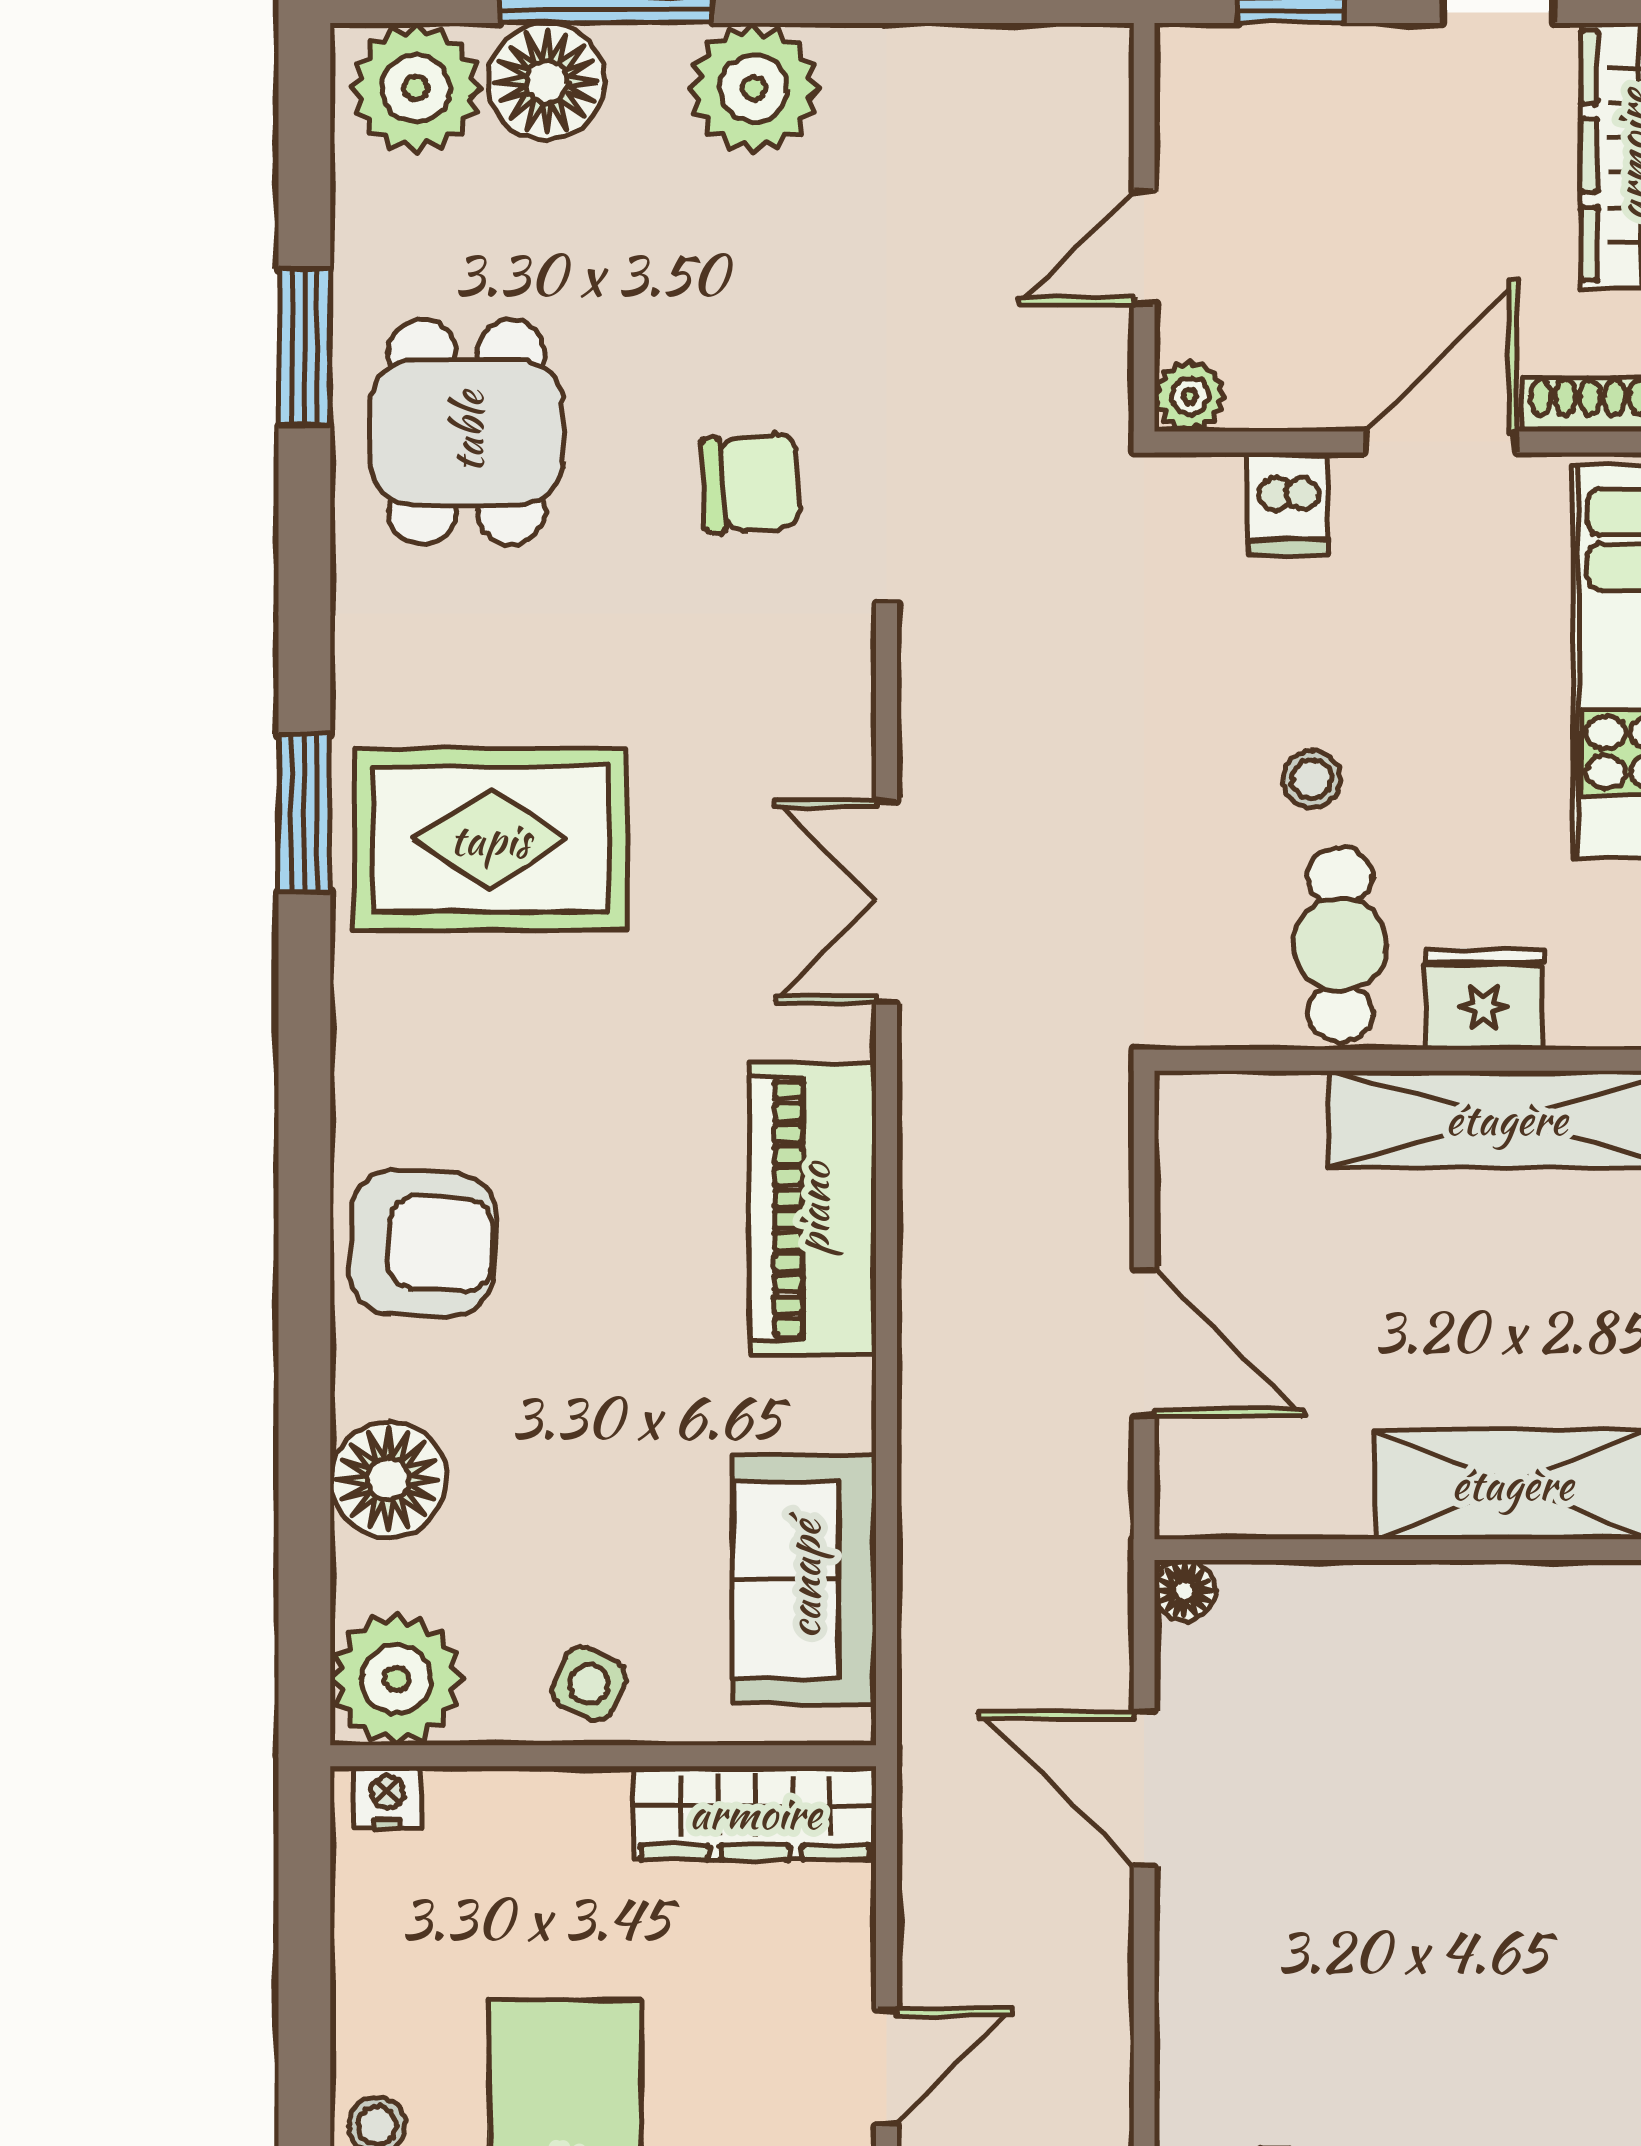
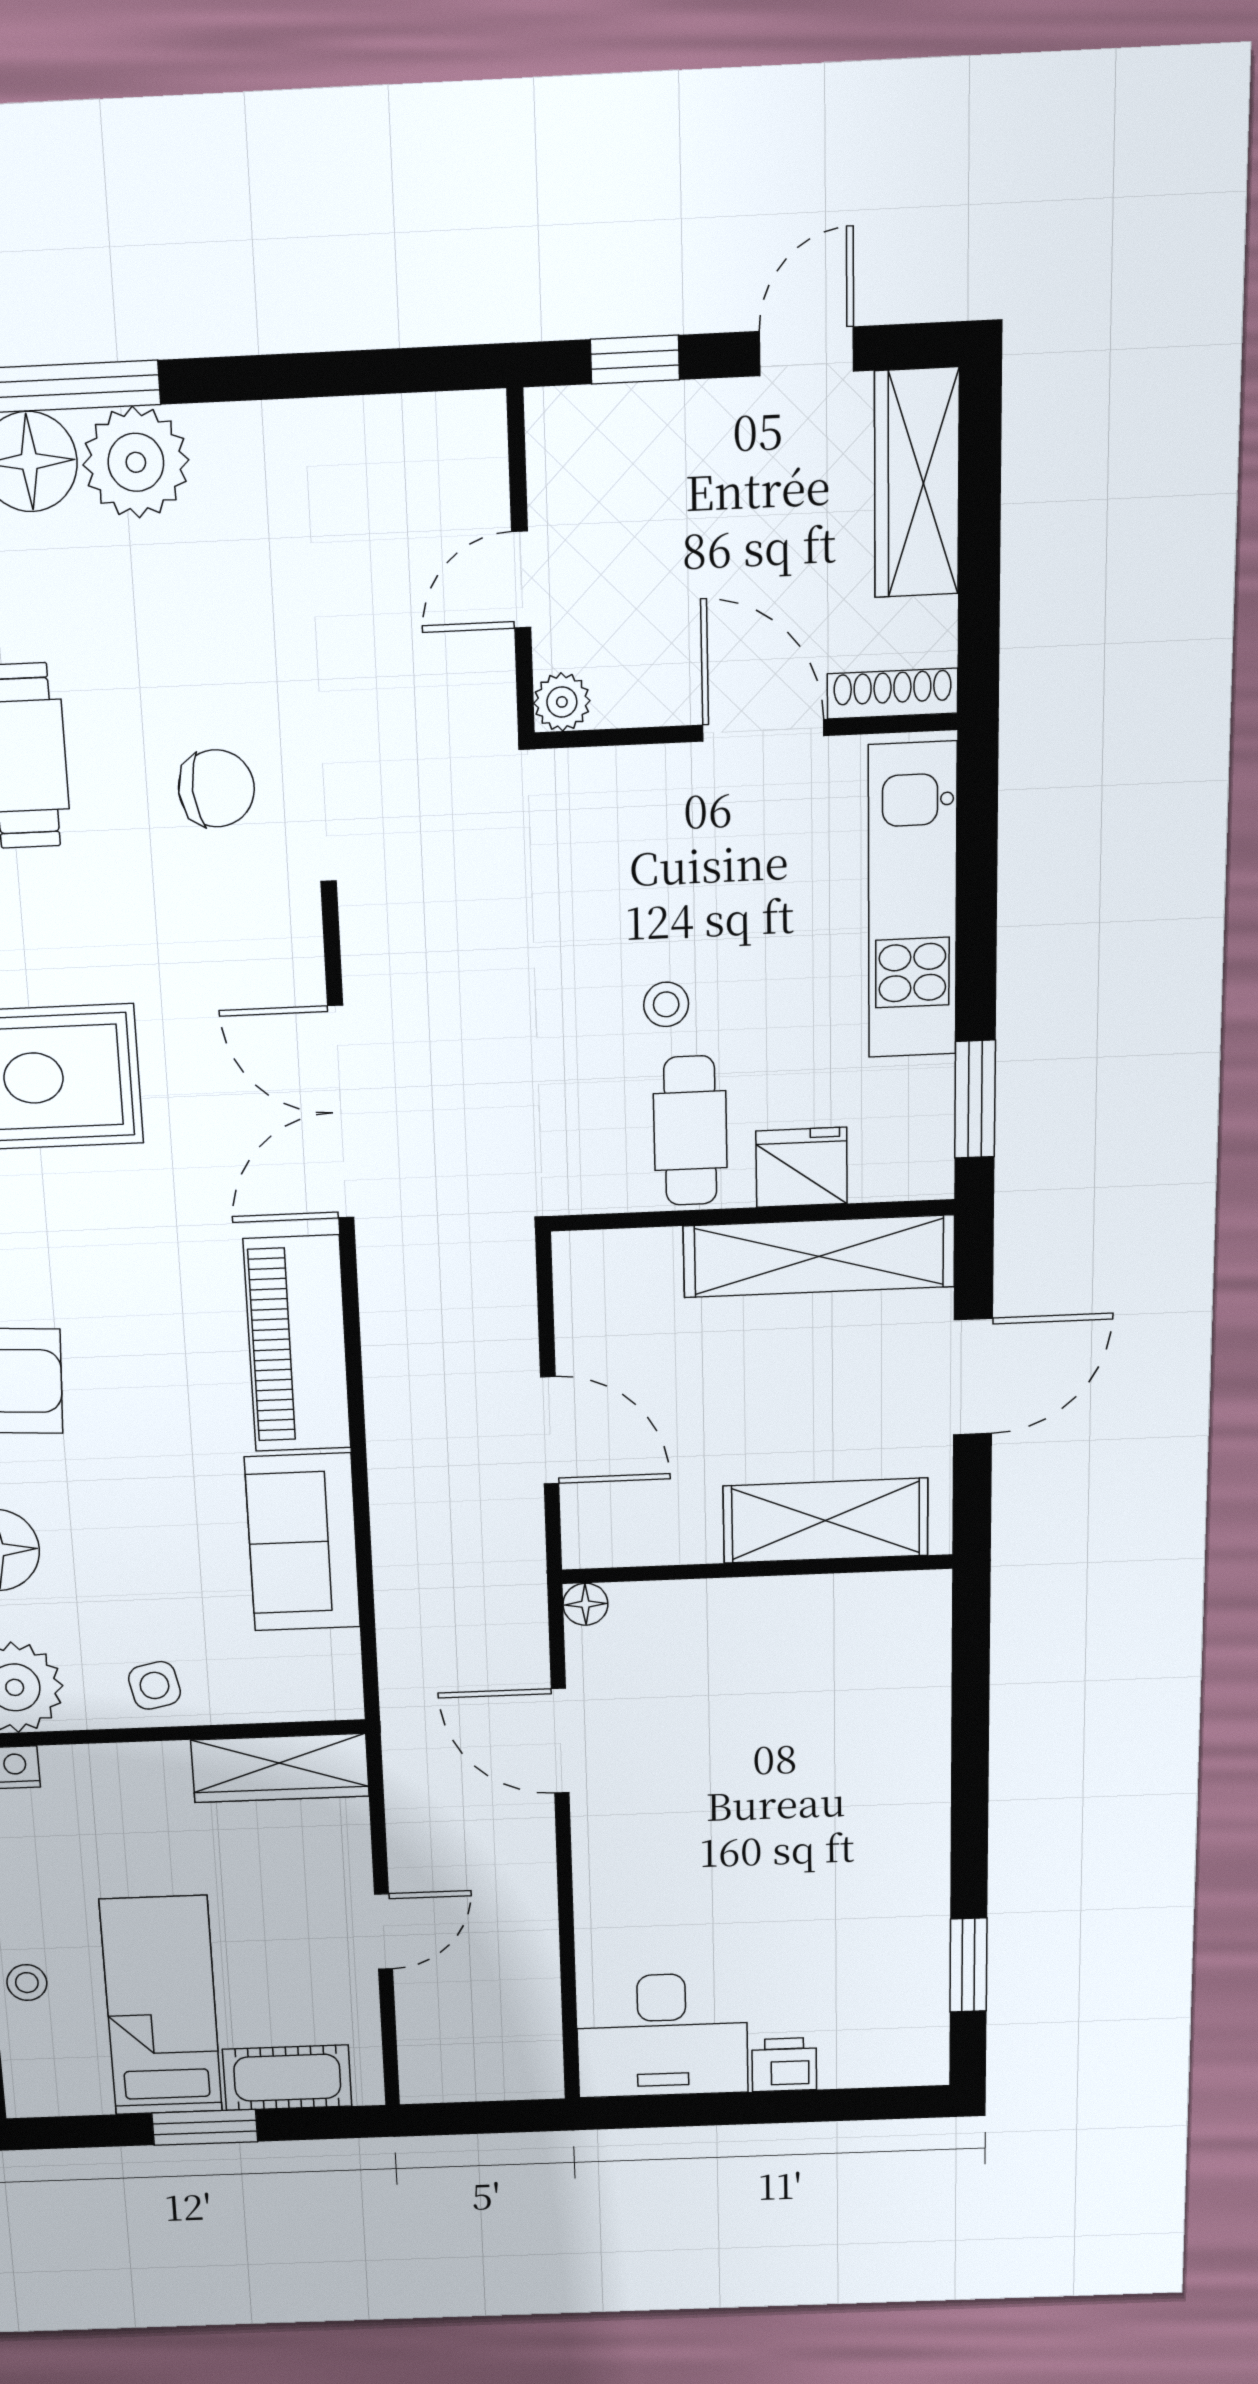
plant: (754, 88) -> (136, 462), moved
door: (1441, 442) -> (763, 730), hinge flipped
dishwasher: (1288, 504) -> (643, 786), removed
double door: (887, 901) -> (341, 1113), width x1.37
sofa: (804, 1580) -> (303, 1542), moved
side table: (589, 1684) -> (154, 1685), turned -38

